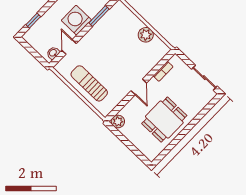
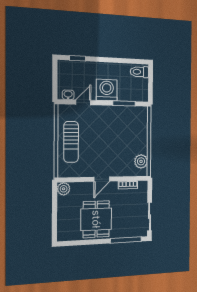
plant: (146, 35) -> (141, 161), moved
sun lounger: (89, 83) -> (71, 142), turned 180
window: (203, 113) -> (126, 240), added
dining table: (164, 120) -> (96, 219), turned 90

